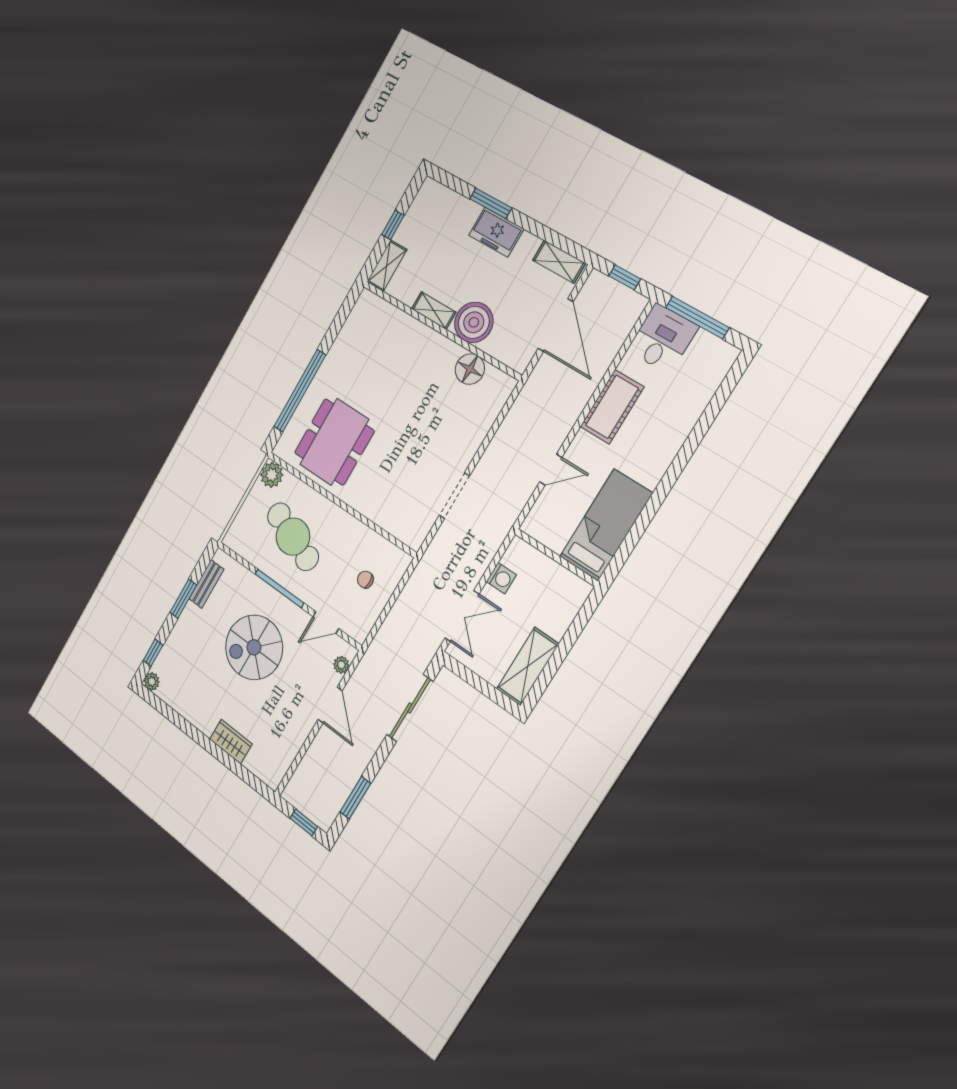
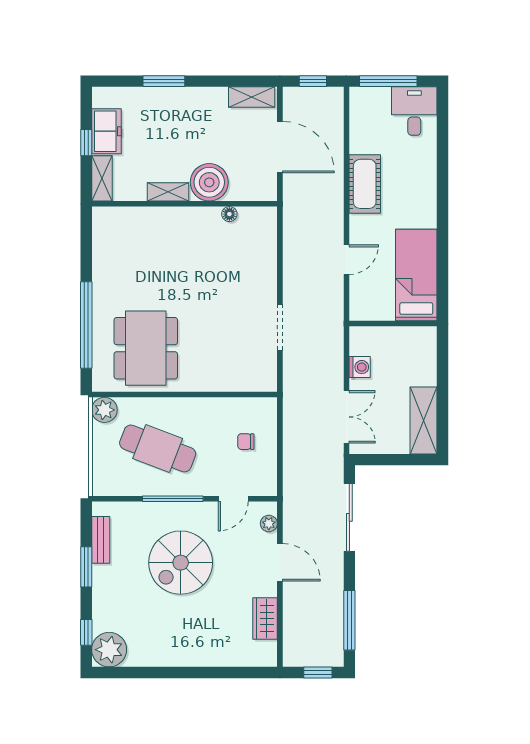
freezer: (496, 232) -> (106, 131), moved, turned -90
desk: (663, 339) -> (414, 111), moved
floor lamp: (470, 369) -> (229, 214), width x0.53, depth x0.53
plant: (152, 682) -> (109, 650), width x1.88, depth x1.88
wardrobe: (231, 742) -> (265, 618), moved, turned -90
window: (355, 798) -> (349, 620), width x1.44

